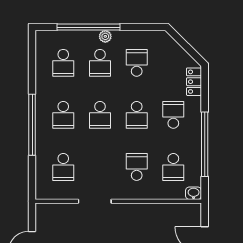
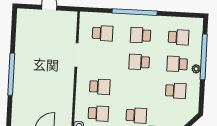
school desk: (63, 63) -> (179, 37), turned 180
school desk: (137, 115) -> (138, 89), removed
school desk: (63, 167) -> (103, 33), turned 180
school desk: (173, 167) -> (98, 113), turned 180

